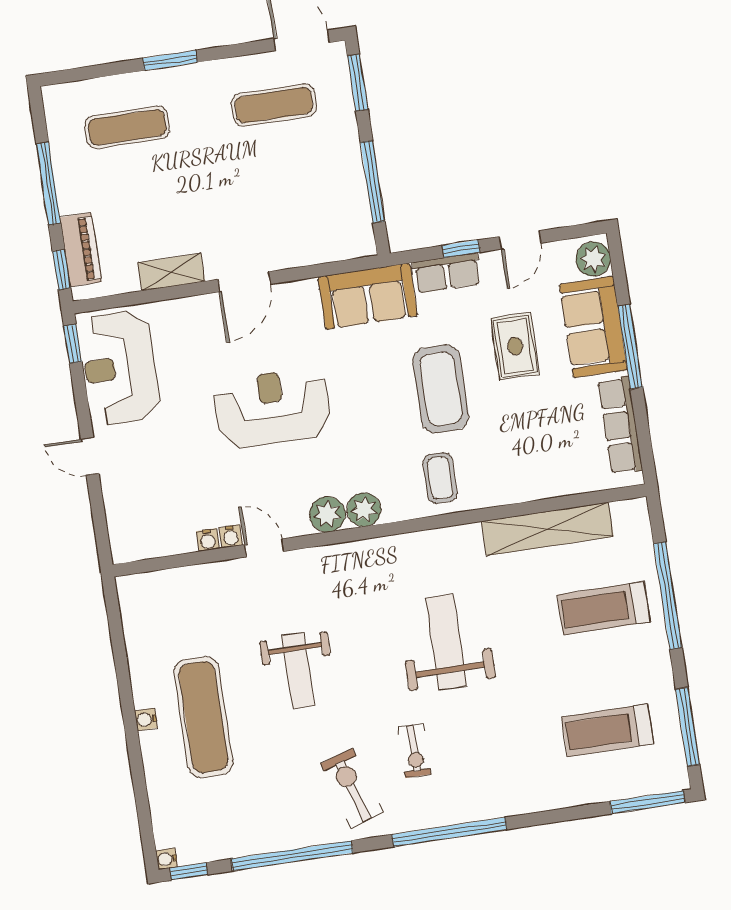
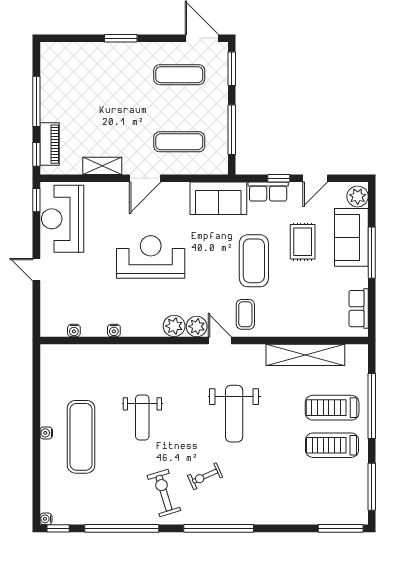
exercise mat: (127, 127) -> (179, 142), moved
row of seats: (620, 425) -> (359, 309), width x0.68
water cooler: (208, 540) -> (74, 330), moved
door: (264, 548) -> (220, 340), moved
weight bench: (446, 642) -> (234, 414), turned 180
treadmill: (607, 730) -> (332, 445), moved
exercise bike: (414, 751) -> (205, 476), turned 66

